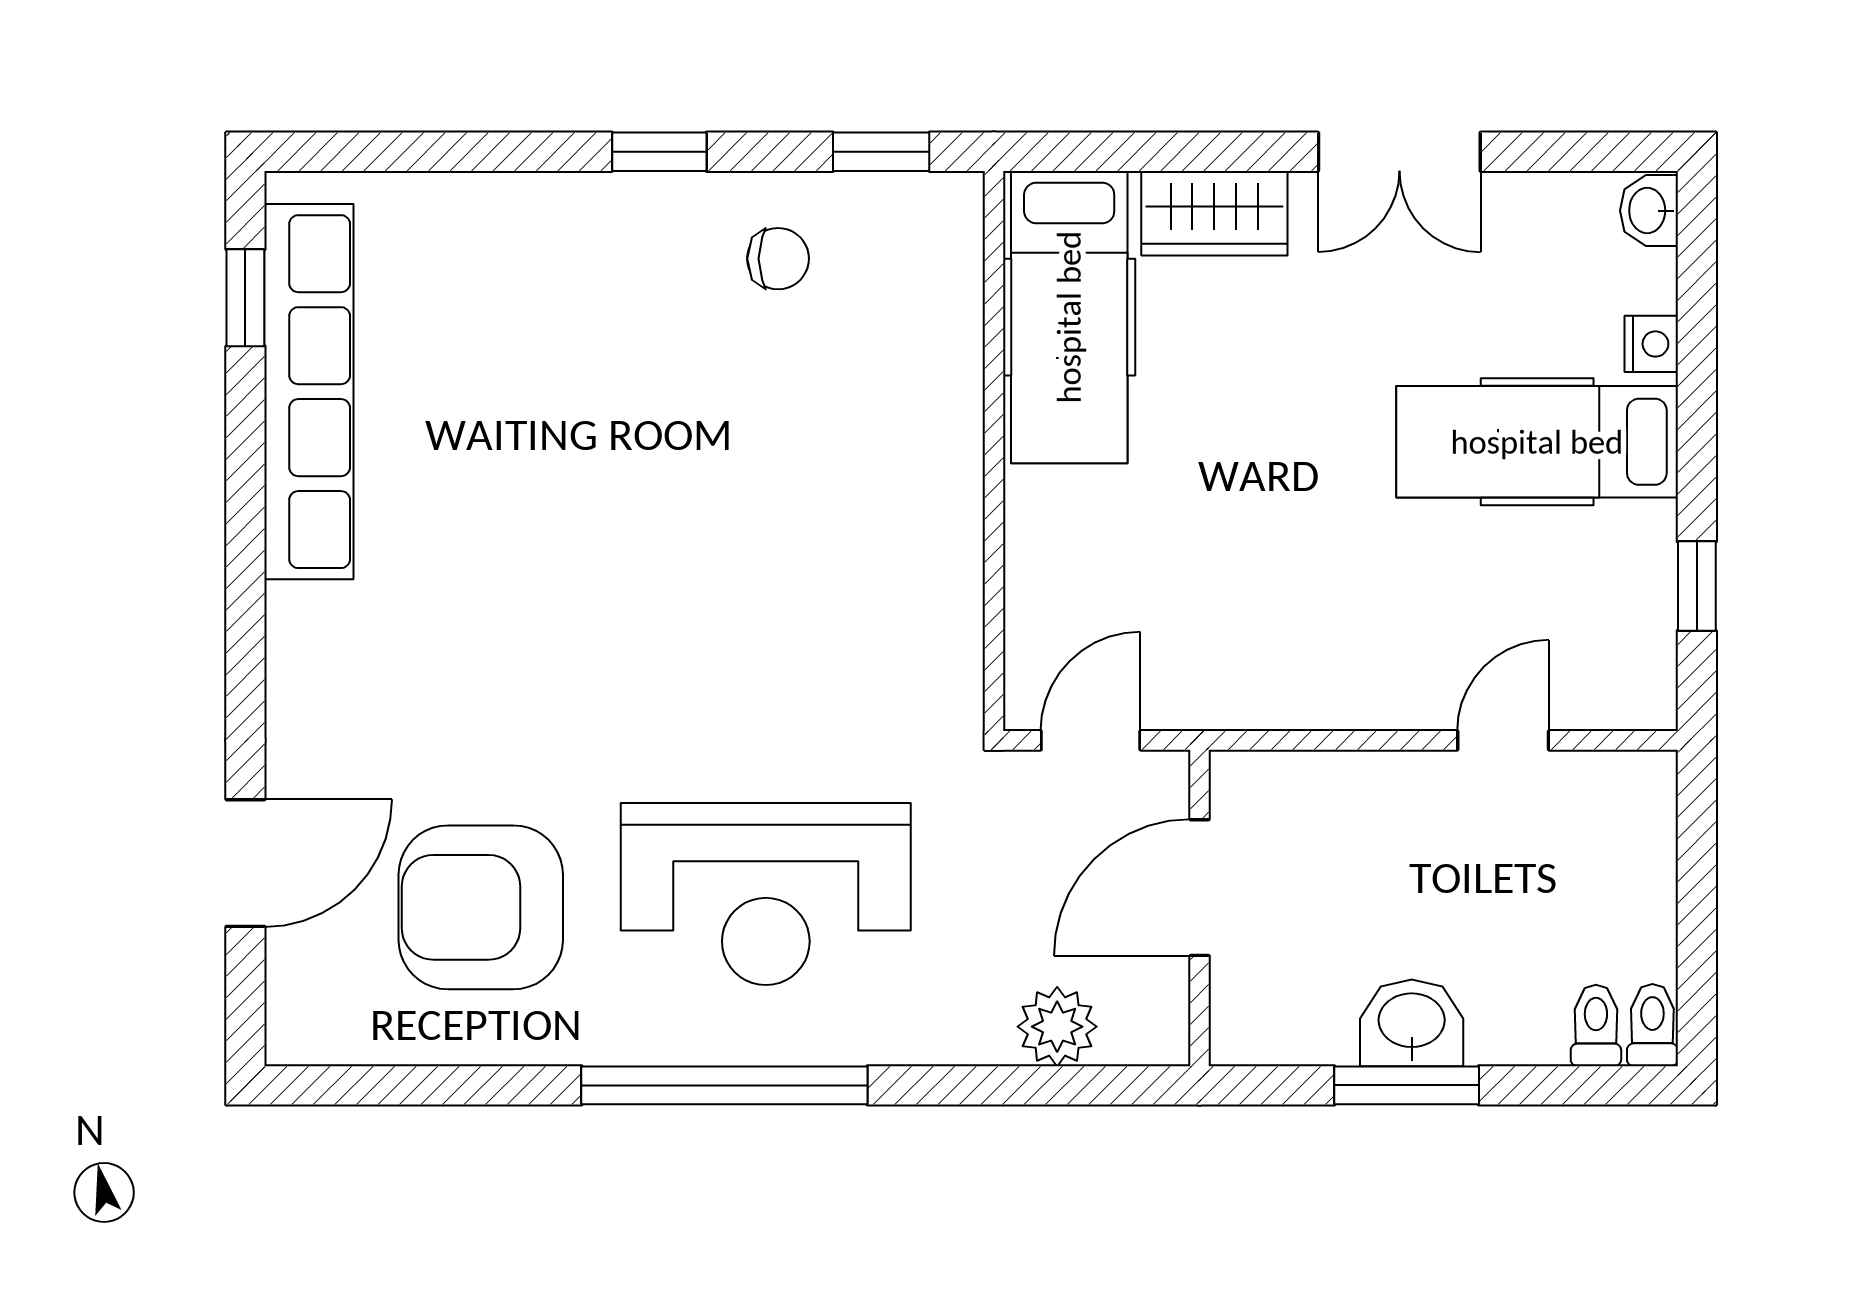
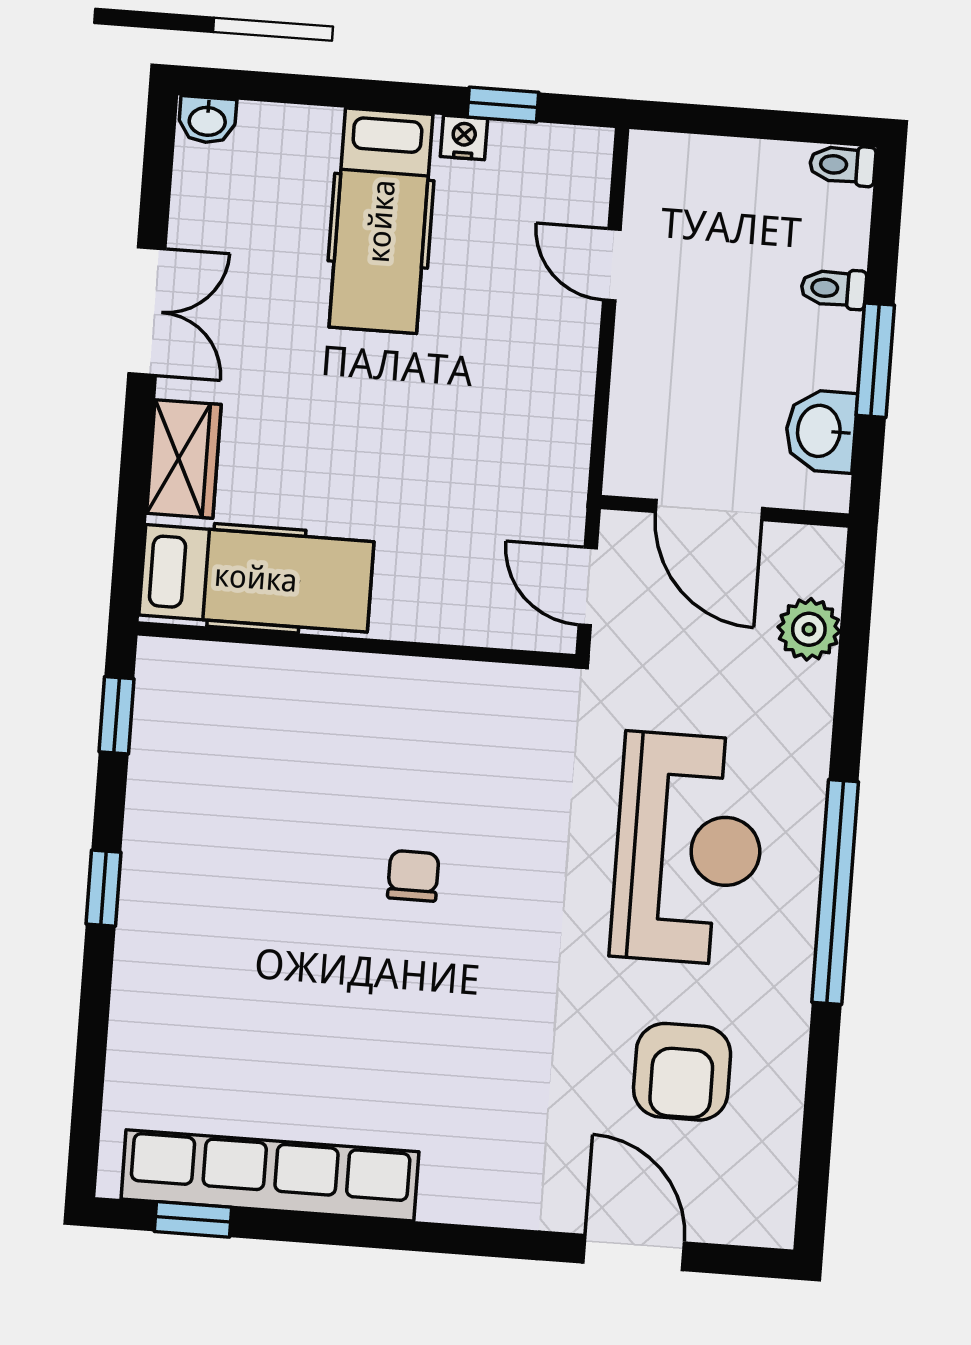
chair: (778, 259) -> (413, 876), moved
nightstand: (1651, 344) -> (464, 138), moved
armchair: (481, 907) -> (682, 1072), width x0.73, depth x0.73
washbasin: (1412, 1023) -> (821, 431), moved
toilet: (1596, 1025) -> (834, 288), moved

